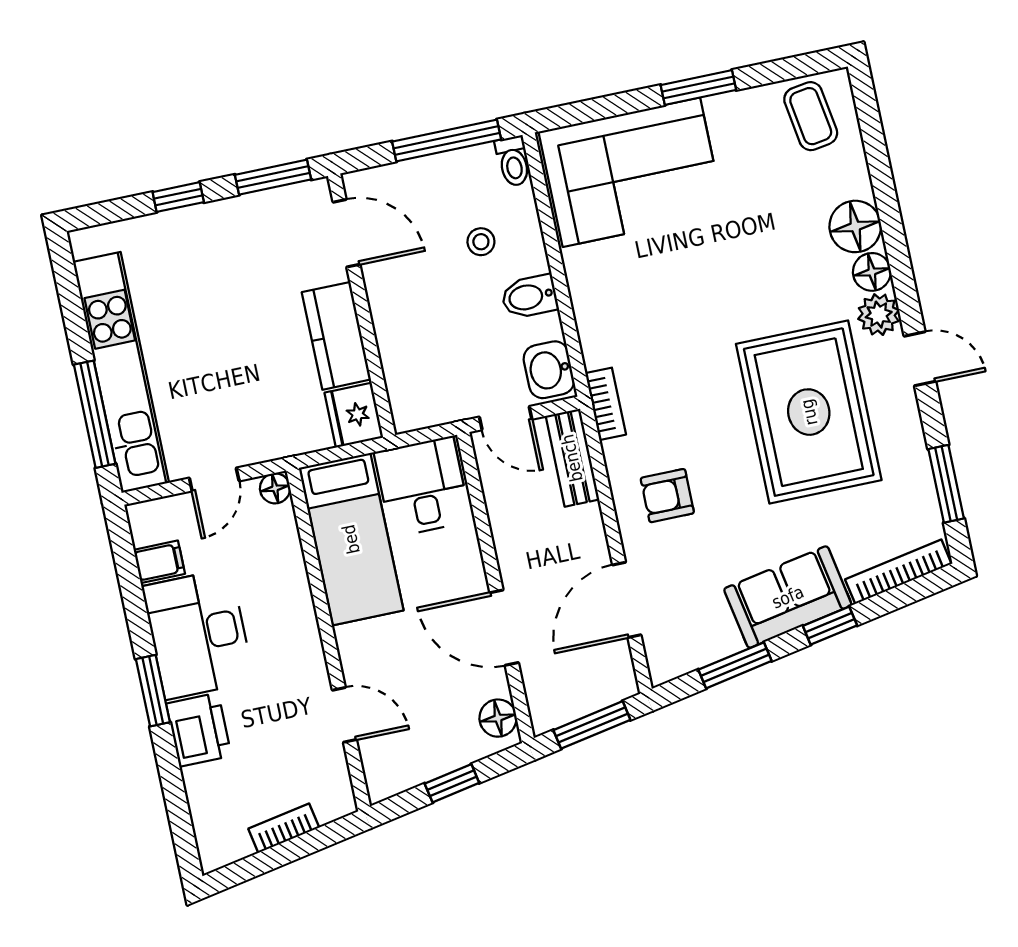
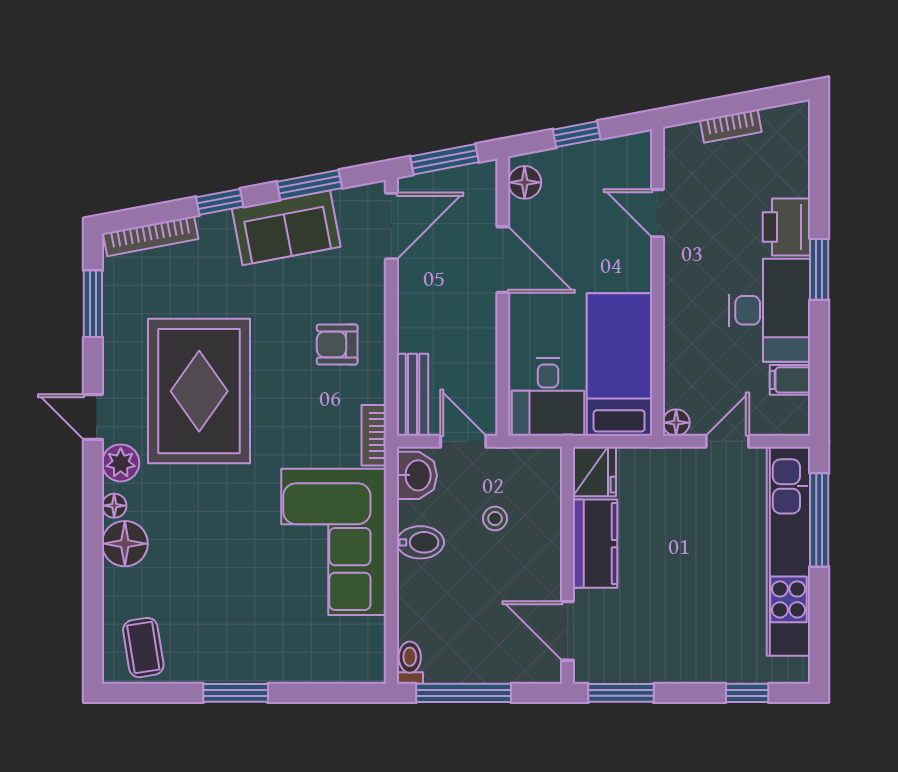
corner sofa: (631, 172) -> (334, 542), moved, turned -90
window: (178, 197) -> (747, 693), moved
stool: (481, 242) -> (495, 518), moved
floor lamp: (872, 272) -> (114, 506), width x0.73, depth x0.73
armchair: (667, 496) -> (337, 344), turned 180
sofa: (788, 597) -> (286, 228), moved
door: (627, 600) -> (391, 226), moved

